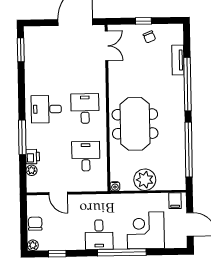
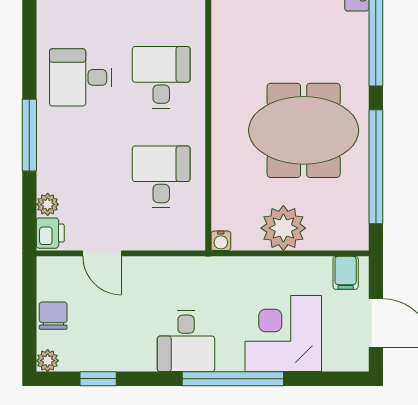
meeting table: (135, 124) -> (304, 130), moved, turned 90
printer: (33, 157) -> (50, 233), moved

